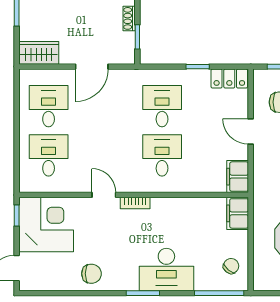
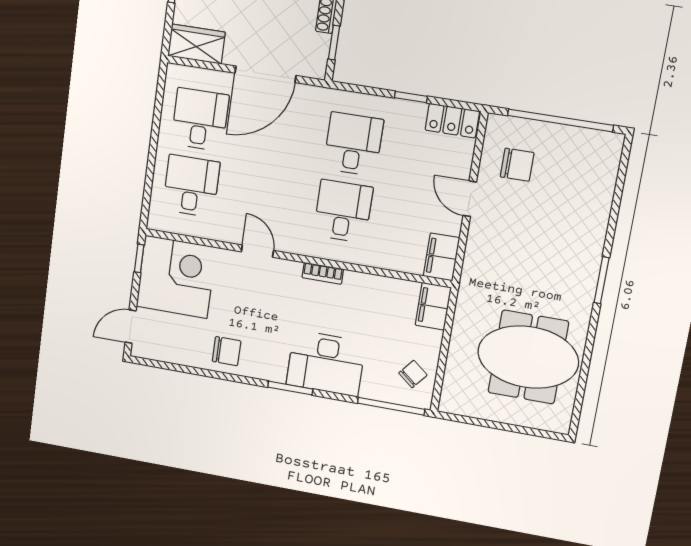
door: (92, 67) -> (265, 74), width x1.36
bookcase: (135, 203) -> (323, 273), moved

